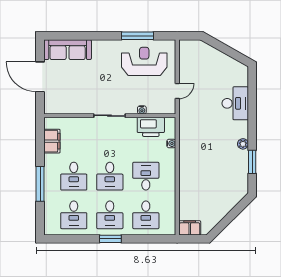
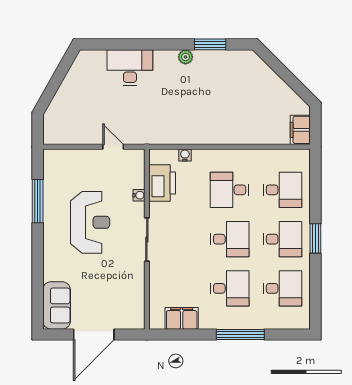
sofa: (68, 50) -> (57, 305), width x0.73
reception desk: (144, 61) -> (90, 222), moved, turned 180

